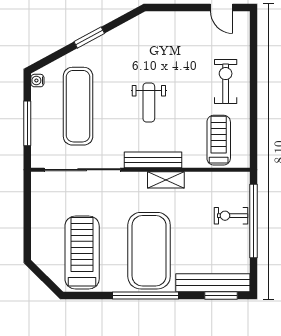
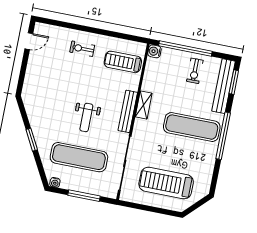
exercise bike: (226, 82) -> (82, 49), width x0.73, depth x0.72
weight bench: (149, 103) -> (86, 117), moved, turned 90
water cooler: (241, 180) -> (154, 51), added
exercise bike: (231, 216) -> (195, 71), moved
exercise mat: (149, 251) -> (192, 127), width x0.68
treadmill: (82, 252) -> (166, 183), moved

